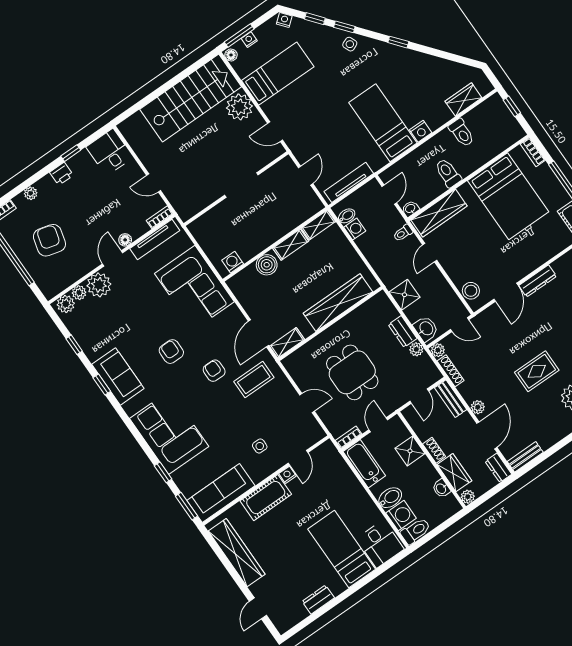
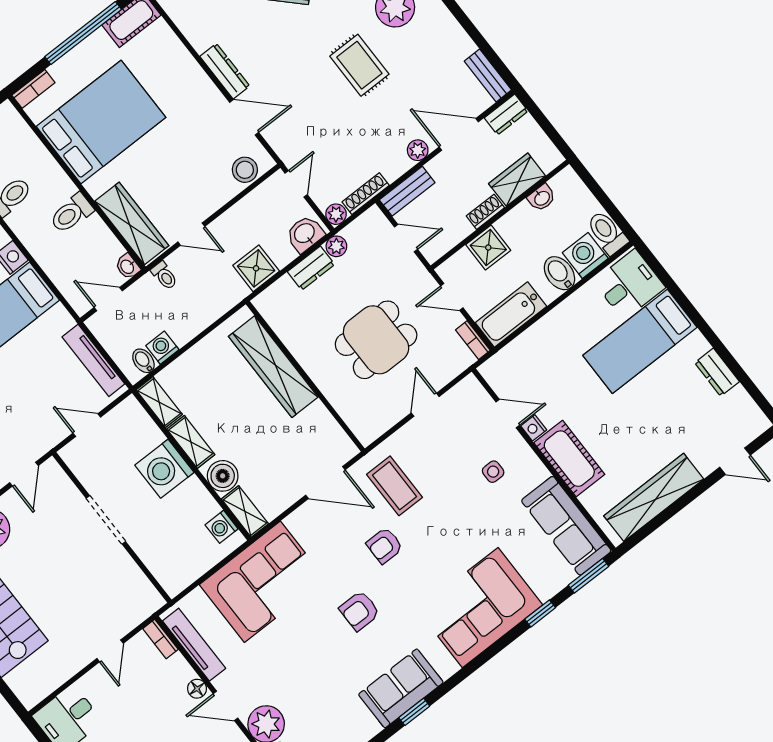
washing machine: (274, 226) -> (164, 469), added
shelving: (287, 343) -> (245, 511), moved
plant: (468, 497) -> (552, 158), removed

